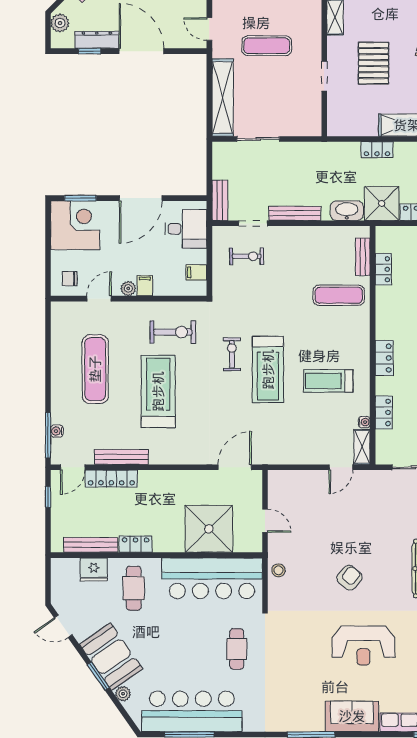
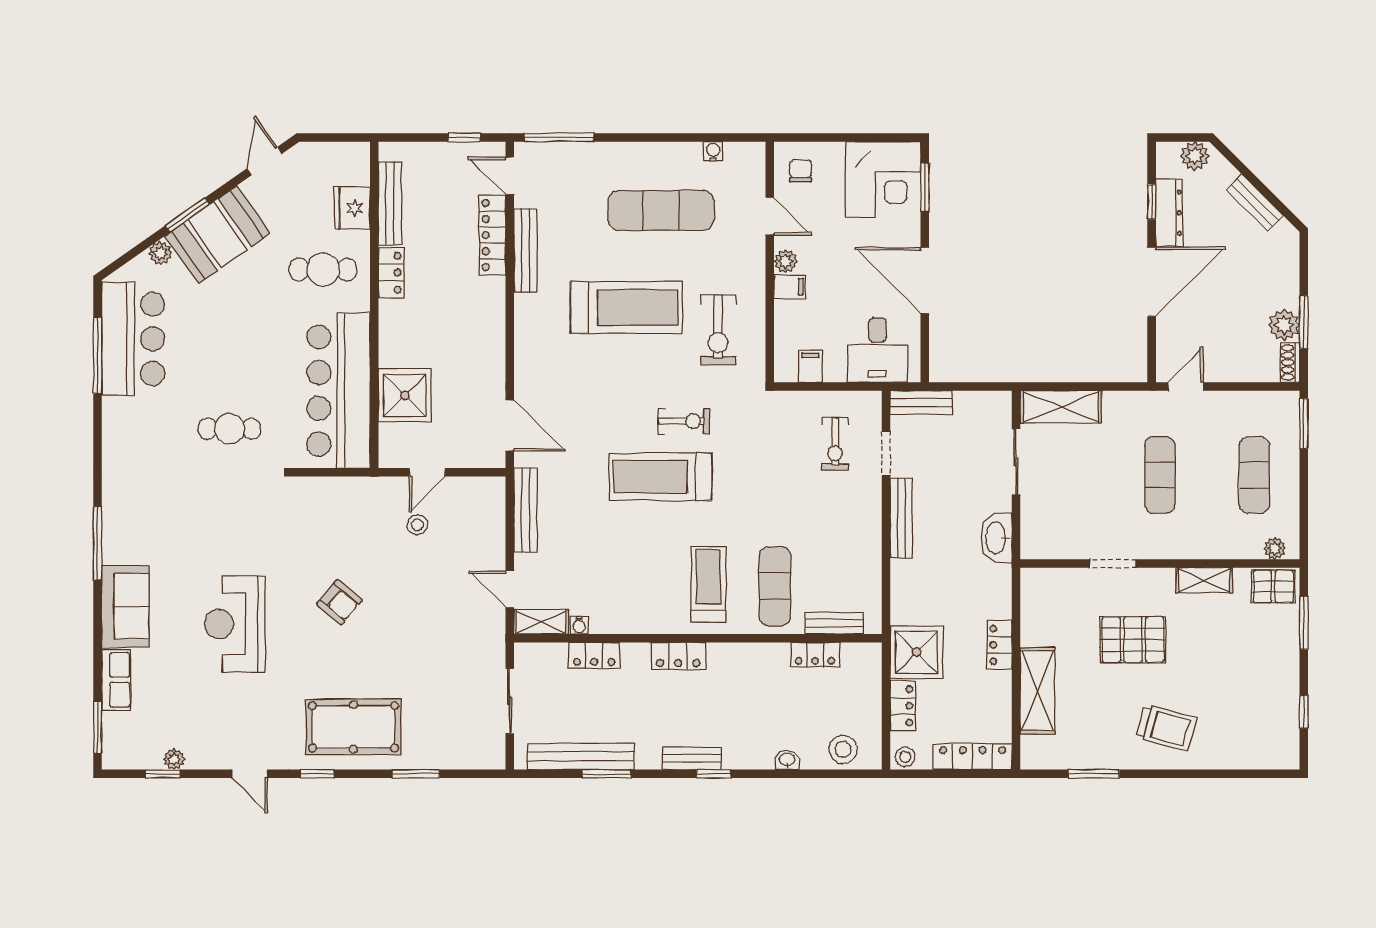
shelving: (223, 98) -> (1061, 407), width x0.68
washbasin: (347, 211) -> (997, 538), moved, turned 180
treadmill: (328, 381) -> (709, 584), moved
water cooler: (57, 431) -> (713, 151), moved
bench: (289, 457) -> (526, 510), added
shower: (209, 529) -> (405, 395), width x0.73, depth x0.73
stool: (278, 570) -> (417, 525), moved
bar counter: (192, 711) -> (133, 339), width x0.73

